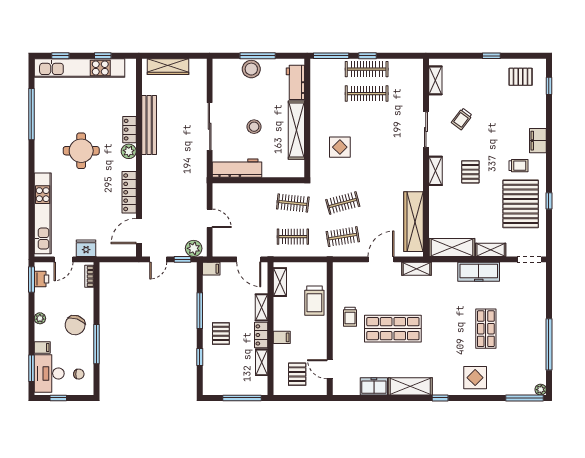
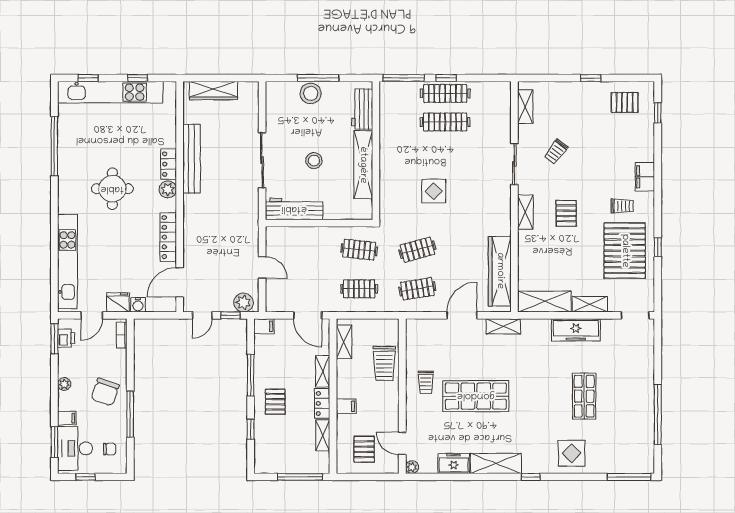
display table: (340, 147) -> (434, 191), moved
water cooler: (103, 250) -> (138, 305), added
plant: (541, 390) -> (412, 467), moved

